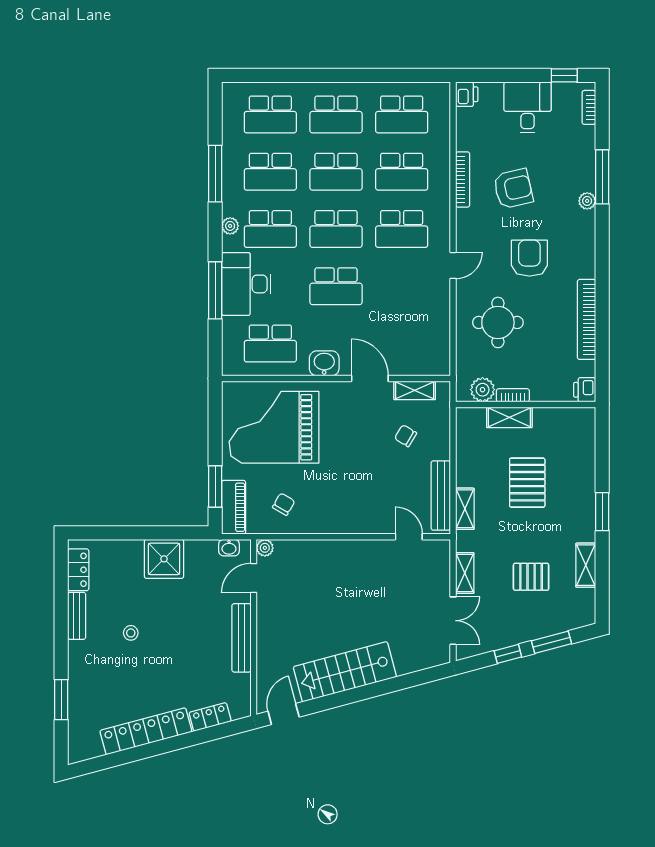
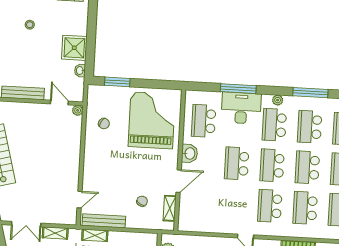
piano: (234, 507) -> (104, 93), removed
washbasin: (229, 548) -> (80, 71), moved

